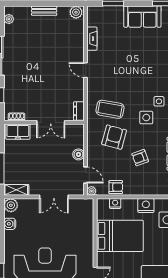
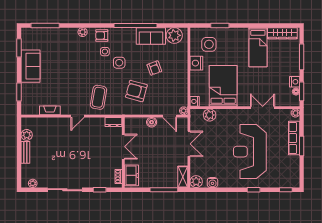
plant: (76, 12) -> (27, 135), moved
coffee table: (110, 109) -> (99, 97), moved
door: (86, 175) -> (170, 116), swing flipped
armchair: (116, 187) -> (180, 89), removed
nightstand: (115, 203) -> (195, 101), moved
plant: (87, 220) -> (210, 115), added

